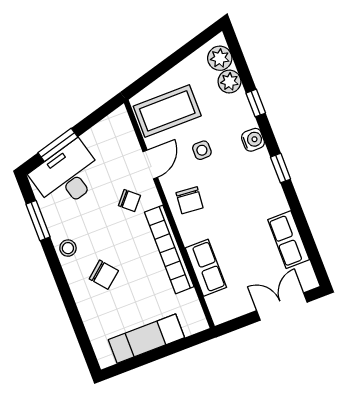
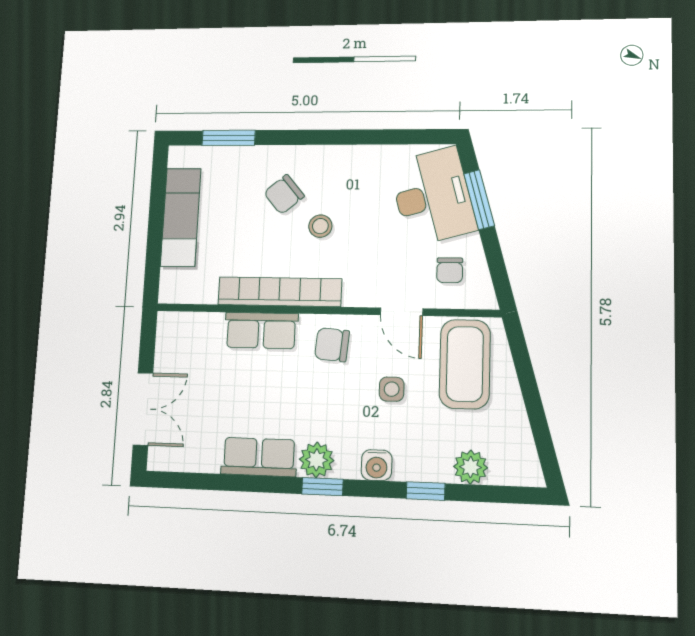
plant: (220, 58) -> (317, 460), moved
chair: (129, 201) -> (450, 270), moved, turned -41
window: (38, 221) -> (229, 138), moved
row of seats: (289, 240) -> (259, 457), moved
stool: (68, 248) -> (320, 226), moved
row of seats: (206, 268) -> (261, 330), moved

